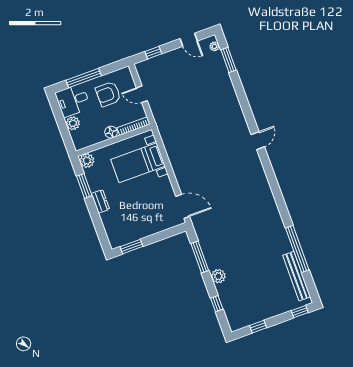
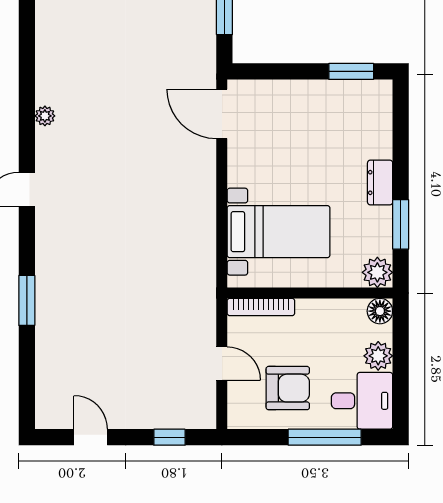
plant: (214, 46) -> (45, 116), moved
window: (228, 60) -> (27, 300), moved
floor lamp: (111, 132) -> (380, 311), moved

